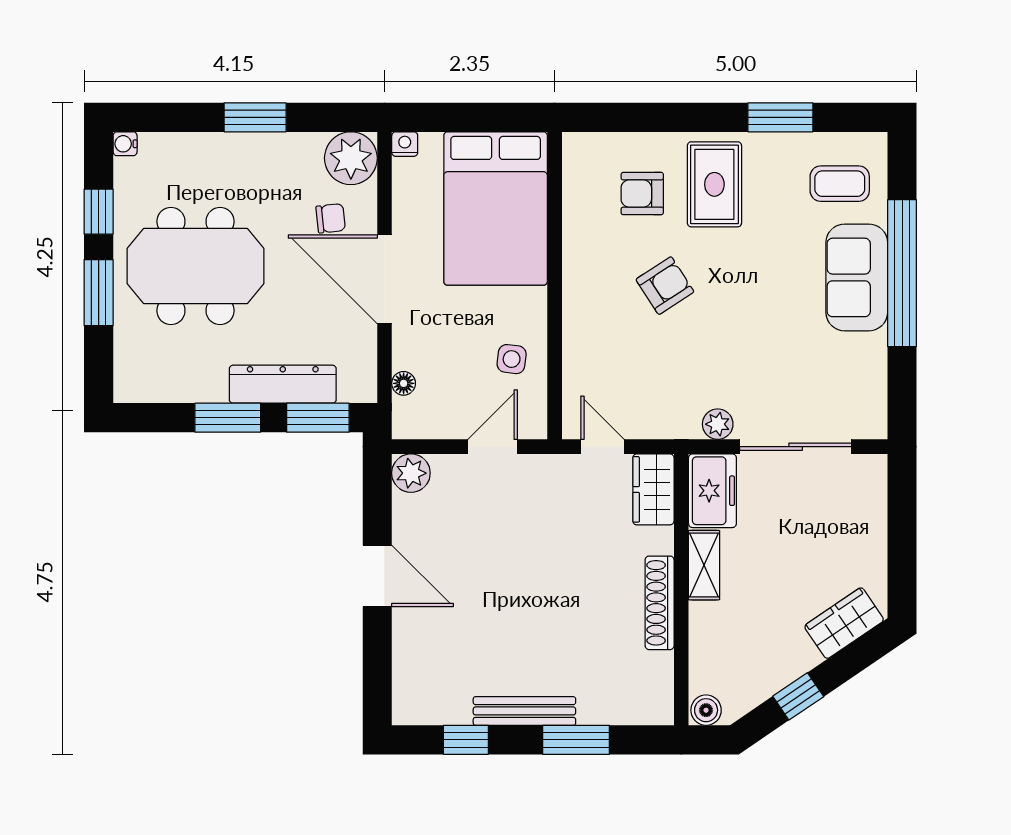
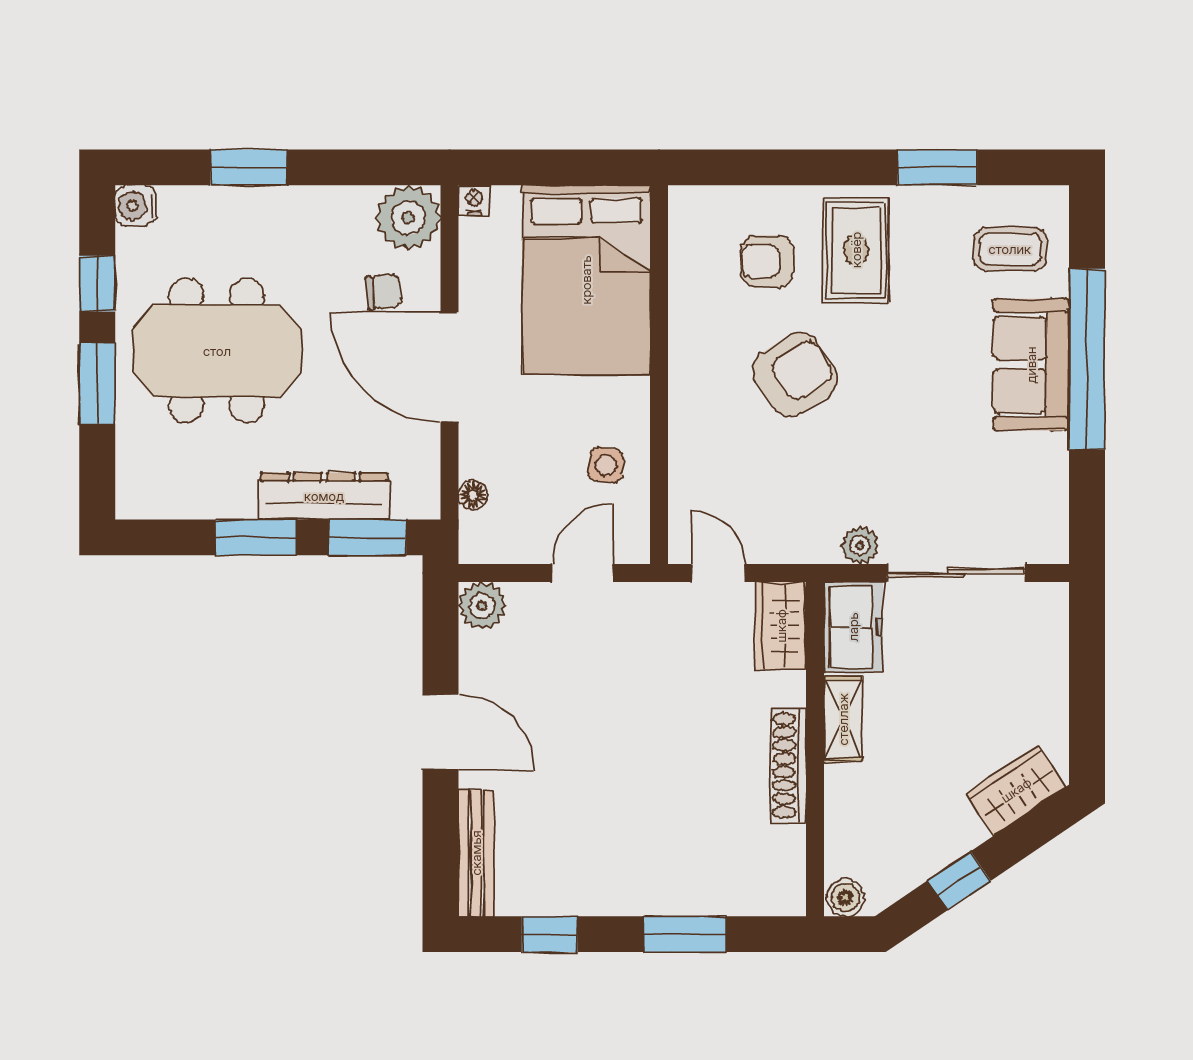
window: (255, 117) -> (249, 167), moved
water cooler: (125, 144) -> (136, 206), width x1.38, depth x1.38
armchair: (665, 286) -> (795, 375), width x1.38, depth x1.38
bench: (524, 711) -> (476, 853), moved, turned 90

